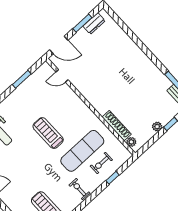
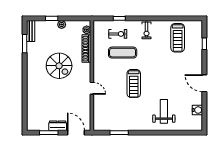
dresser: (94, 23) -> (58, 126), moved
door: (62, 76) -> (92, 88), moved
spiral stairs: (126, 89) -> (59, 66), added
exercise mat: (82, 151) -> (123, 53), width x0.73, depth x0.69

